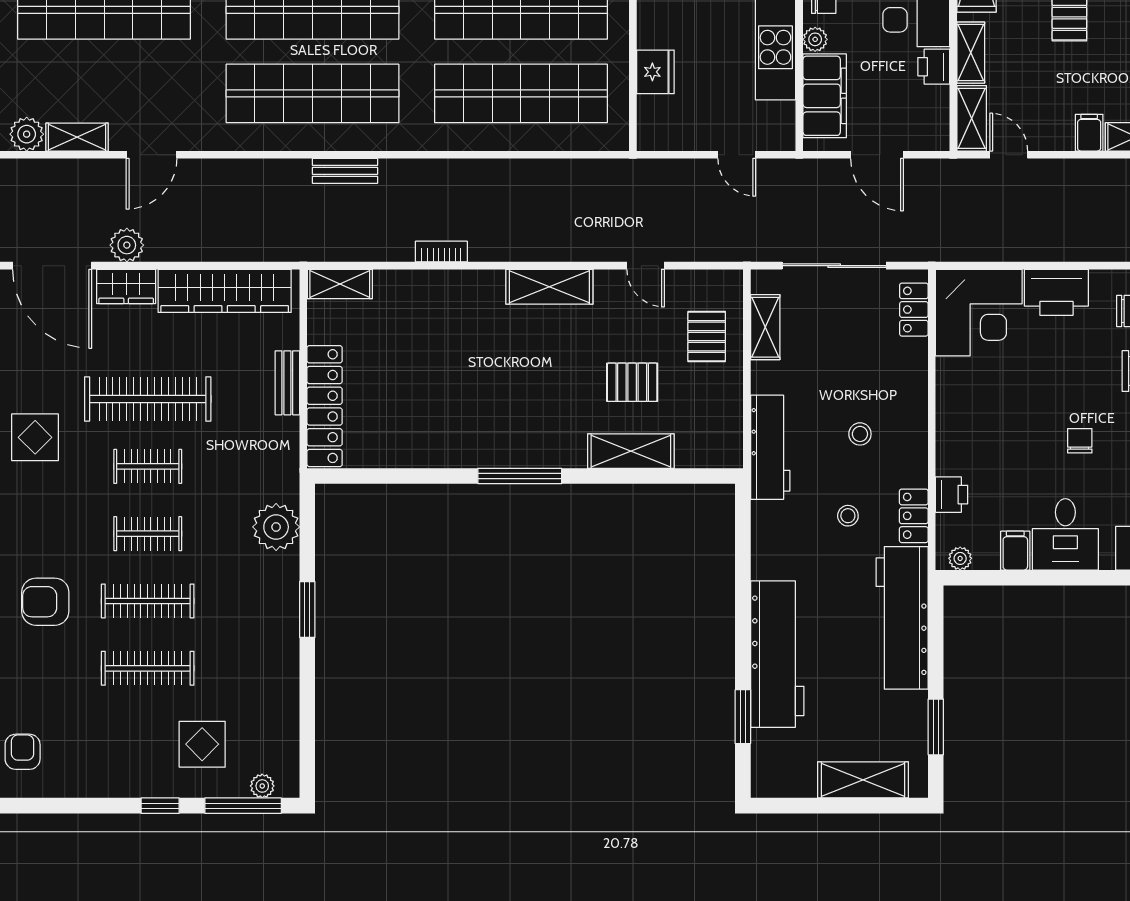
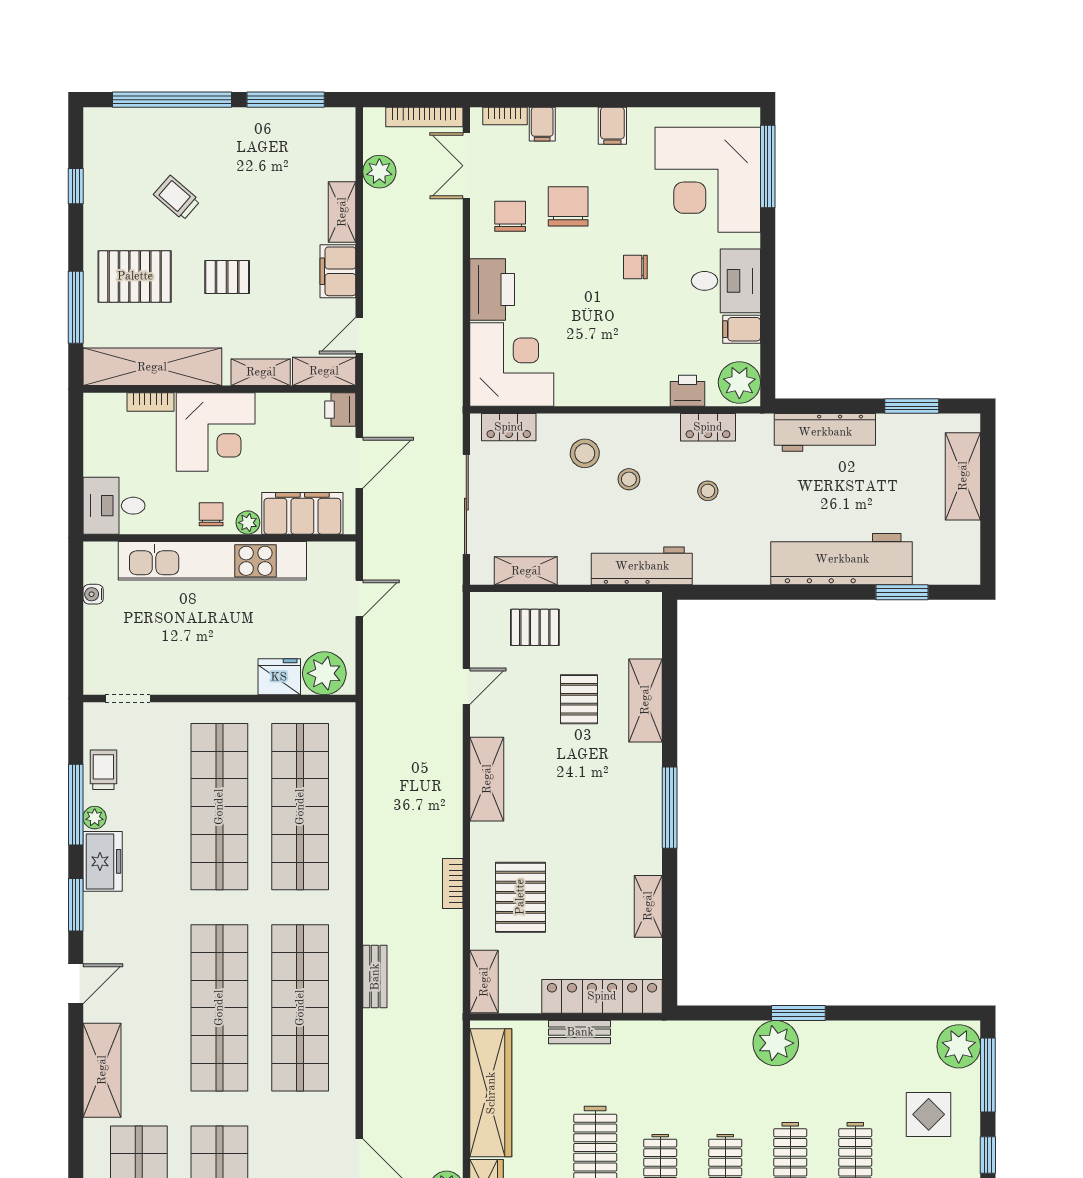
printer: (934, 67) -> (340, 410), moved, turned 90
plant: (659, 119) -> (324, 673), added
filing cabinet: (1089, 133) -> (338, 271), width x2.00
pallet: (427, 322) -> (520, 897), added
stool: (887, 388) -> (585, 453), added
shelving: (418, 454) -> (648, 906), added
plant: (276, 527) -> (776, 1043), moved
plant: (960, 558) -> (739, 382), width x1.87, depth x1.87
workbench: (902, 618) -> (825, 432), width x0.73, depth x0.76
plant: (262, 786) -> (959, 1046), width x1.88, depth x1.88

